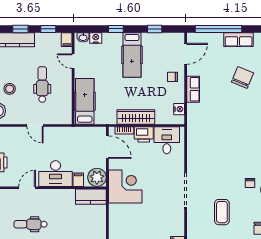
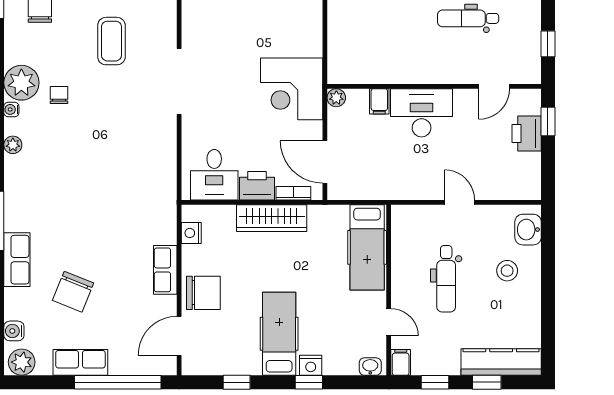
nightstand: (96, 38) -> (311, 365), moved
chair: (173, 77) -> (203, 293), width x1.87, depth x1.87
plant: (97, 177) -> (336, 98), width x0.53, depth x0.53
door: (27, 188) -> (494, 86), moved
kitchen counter: (91, 197) -> (356, 70), removed
dental chair: (31, 224) -> (468, 18), turned 180

